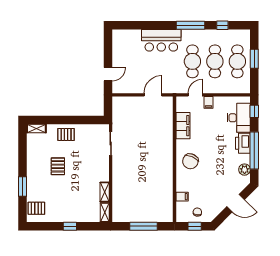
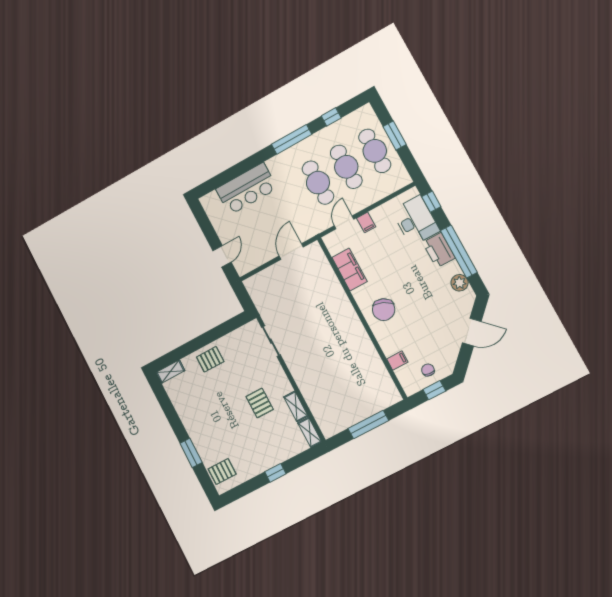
bar counter: (161, 40) -> (247, 189), moved
pallet: (58, 166) -> (260, 403), moved

